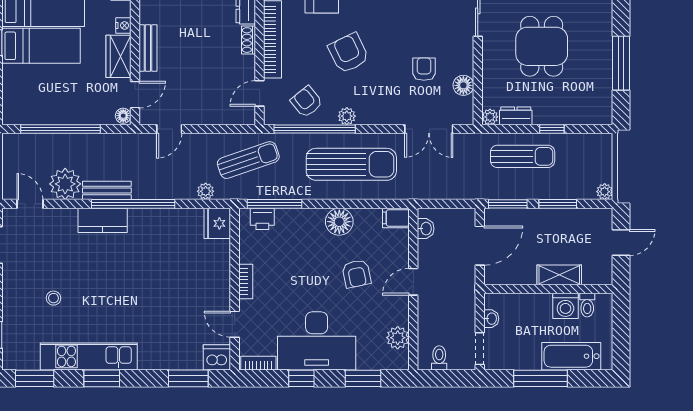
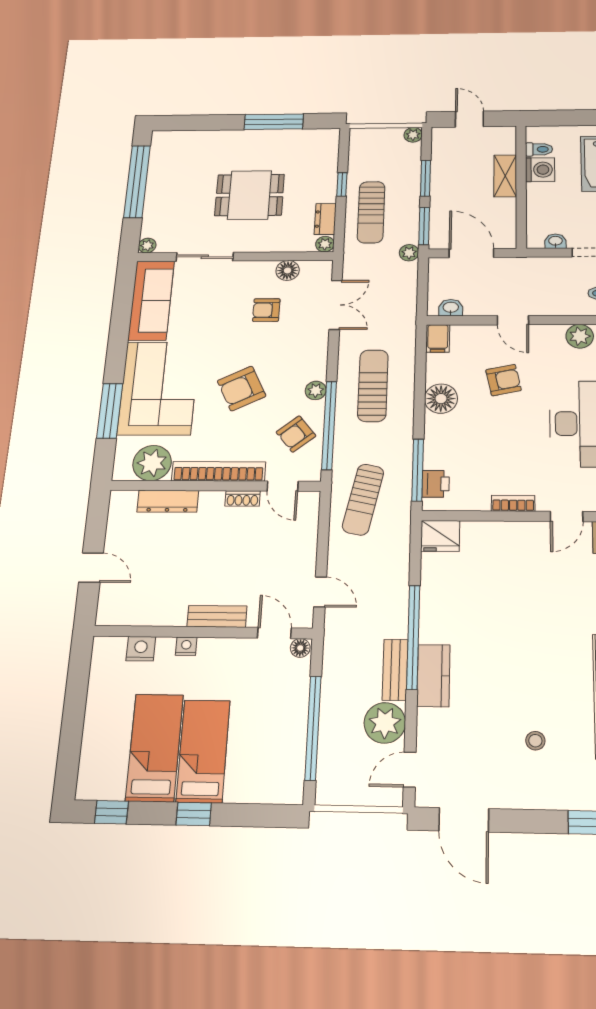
shoe rack: (249, 40) -> (243, 498), moved
wardrobe: (118, 56) -> (224, 653), removed
sun lounger: (523, 156) -> (371, 212), turned 180
sun lounger: (248, 160) -> (363, 499), turned -149
sun lounger: (351, 164) -> (373, 386), width x0.73, depth x0.75
plant: (206, 191) -> (409, 253), moved

